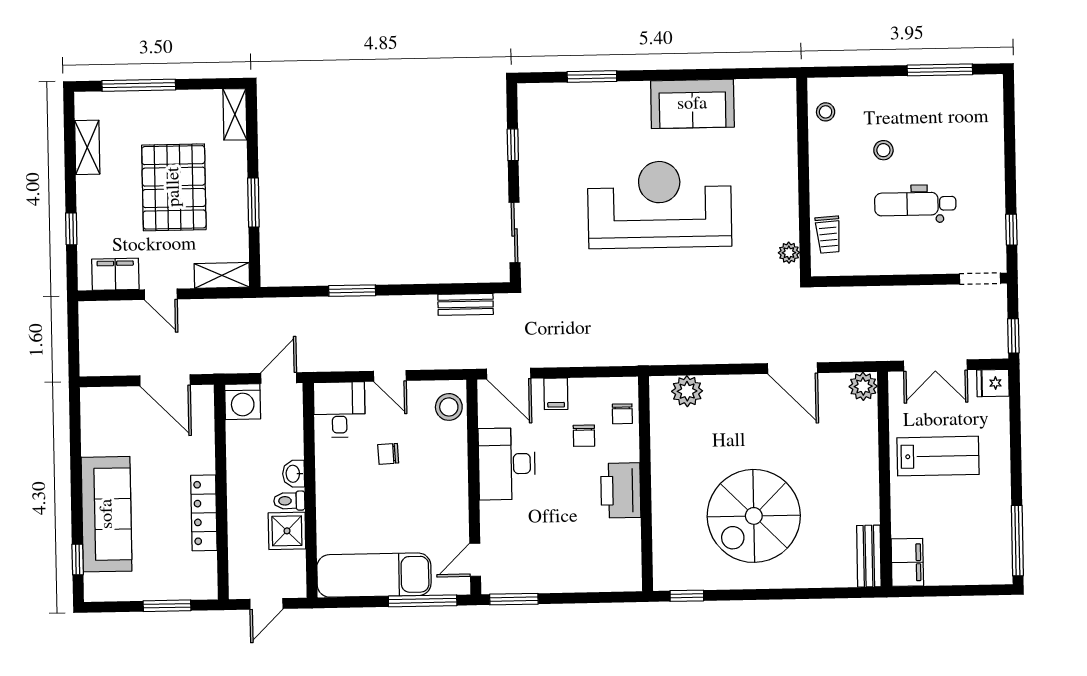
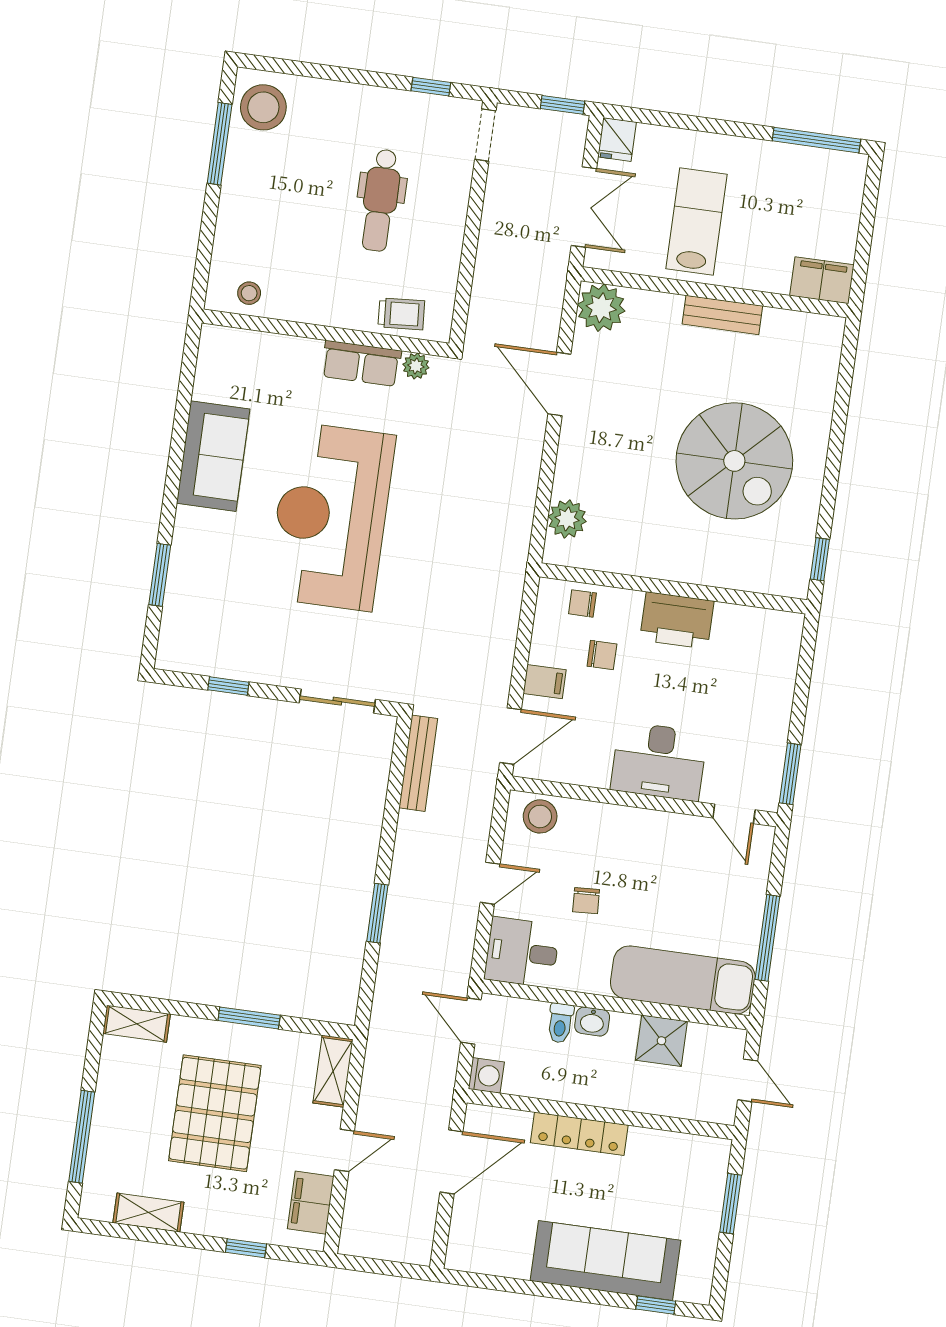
stool: (883, 150) -> (263, 107), moved, width x1.89, depth x1.89
pallet: (174, 187) -> (215, 1113), turned 90
row of seats: (784, 209) -> (361, 363), added
bench: (466, 304) -> (418, 763), width x1.36
door: (793, 368) -> (559, 384), swing flipped
plant: (863, 386) -> (601, 308), width x1.36, depth x1.36
washing machine: (243, 402) -> (486, 1075), width x0.73, depth x0.73
chair: (622, 414) -> (582, 603), turned 180
desk: (507, 464) -> (659, 761), moved
toilet: (289, 501) -> (560, 1023), moved
locker: (204, 513) -> (579, 1134), moved
bench: (869, 556) -> (722, 315), moved
exam couch: (374, 575) -> (683, 980), moved, turned 90
window: (423, 601) -> (767, 938), moved

